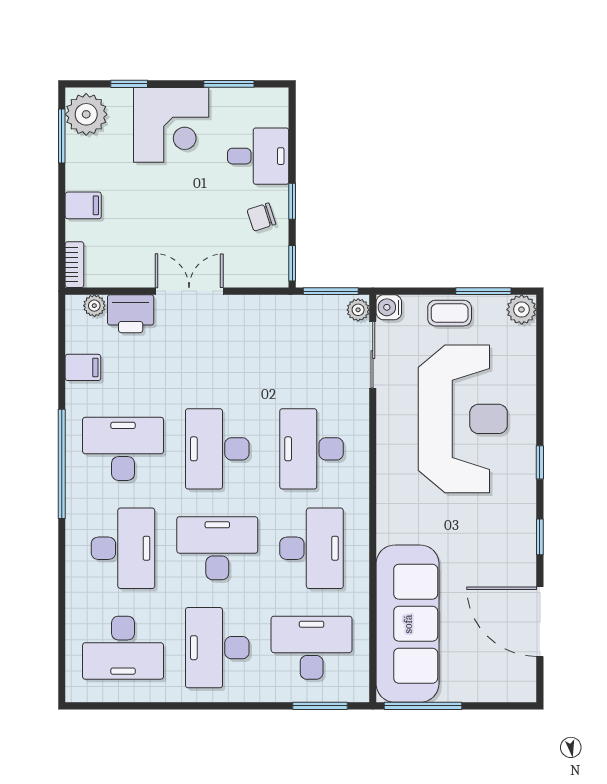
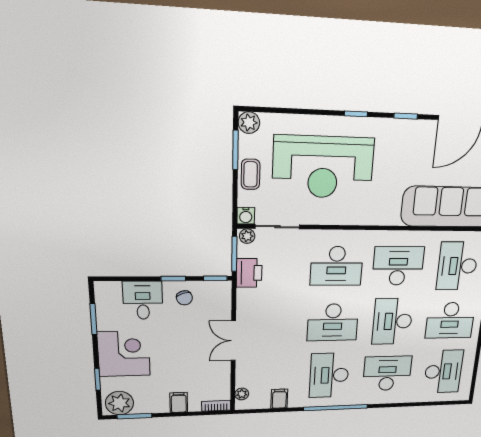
printer: (131, 314) -> (249, 273), moved
reception desk: (463, 419) -> (323, 167), turned 180

